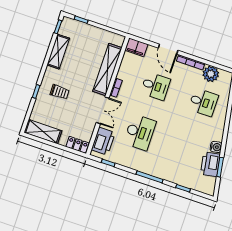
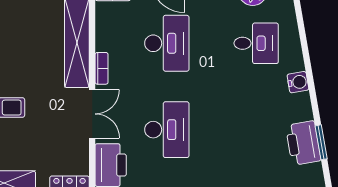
desk: (155, 86) -> (167, 43), width x1.37
water cooler: (216, 147) -> (298, 82), moved

